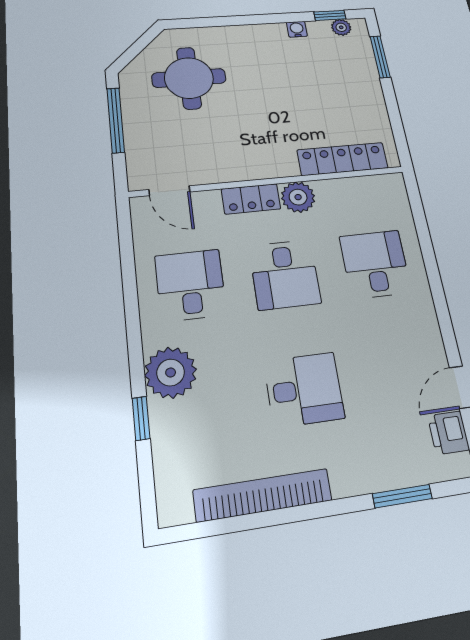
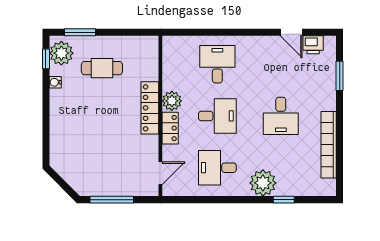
plant: (341, 27) -> (61, 53), width x1.88, depth x1.88
round table: (189, 78) -> (86, 154), removed
cafe table: (332, 90) -> (102, 68), added
locker: (342, 159) -> (150, 108), moved
desk: (375, 264) -> (217, 64), turned 90
desk: (304, 390) -> (281, 116), turned 180

